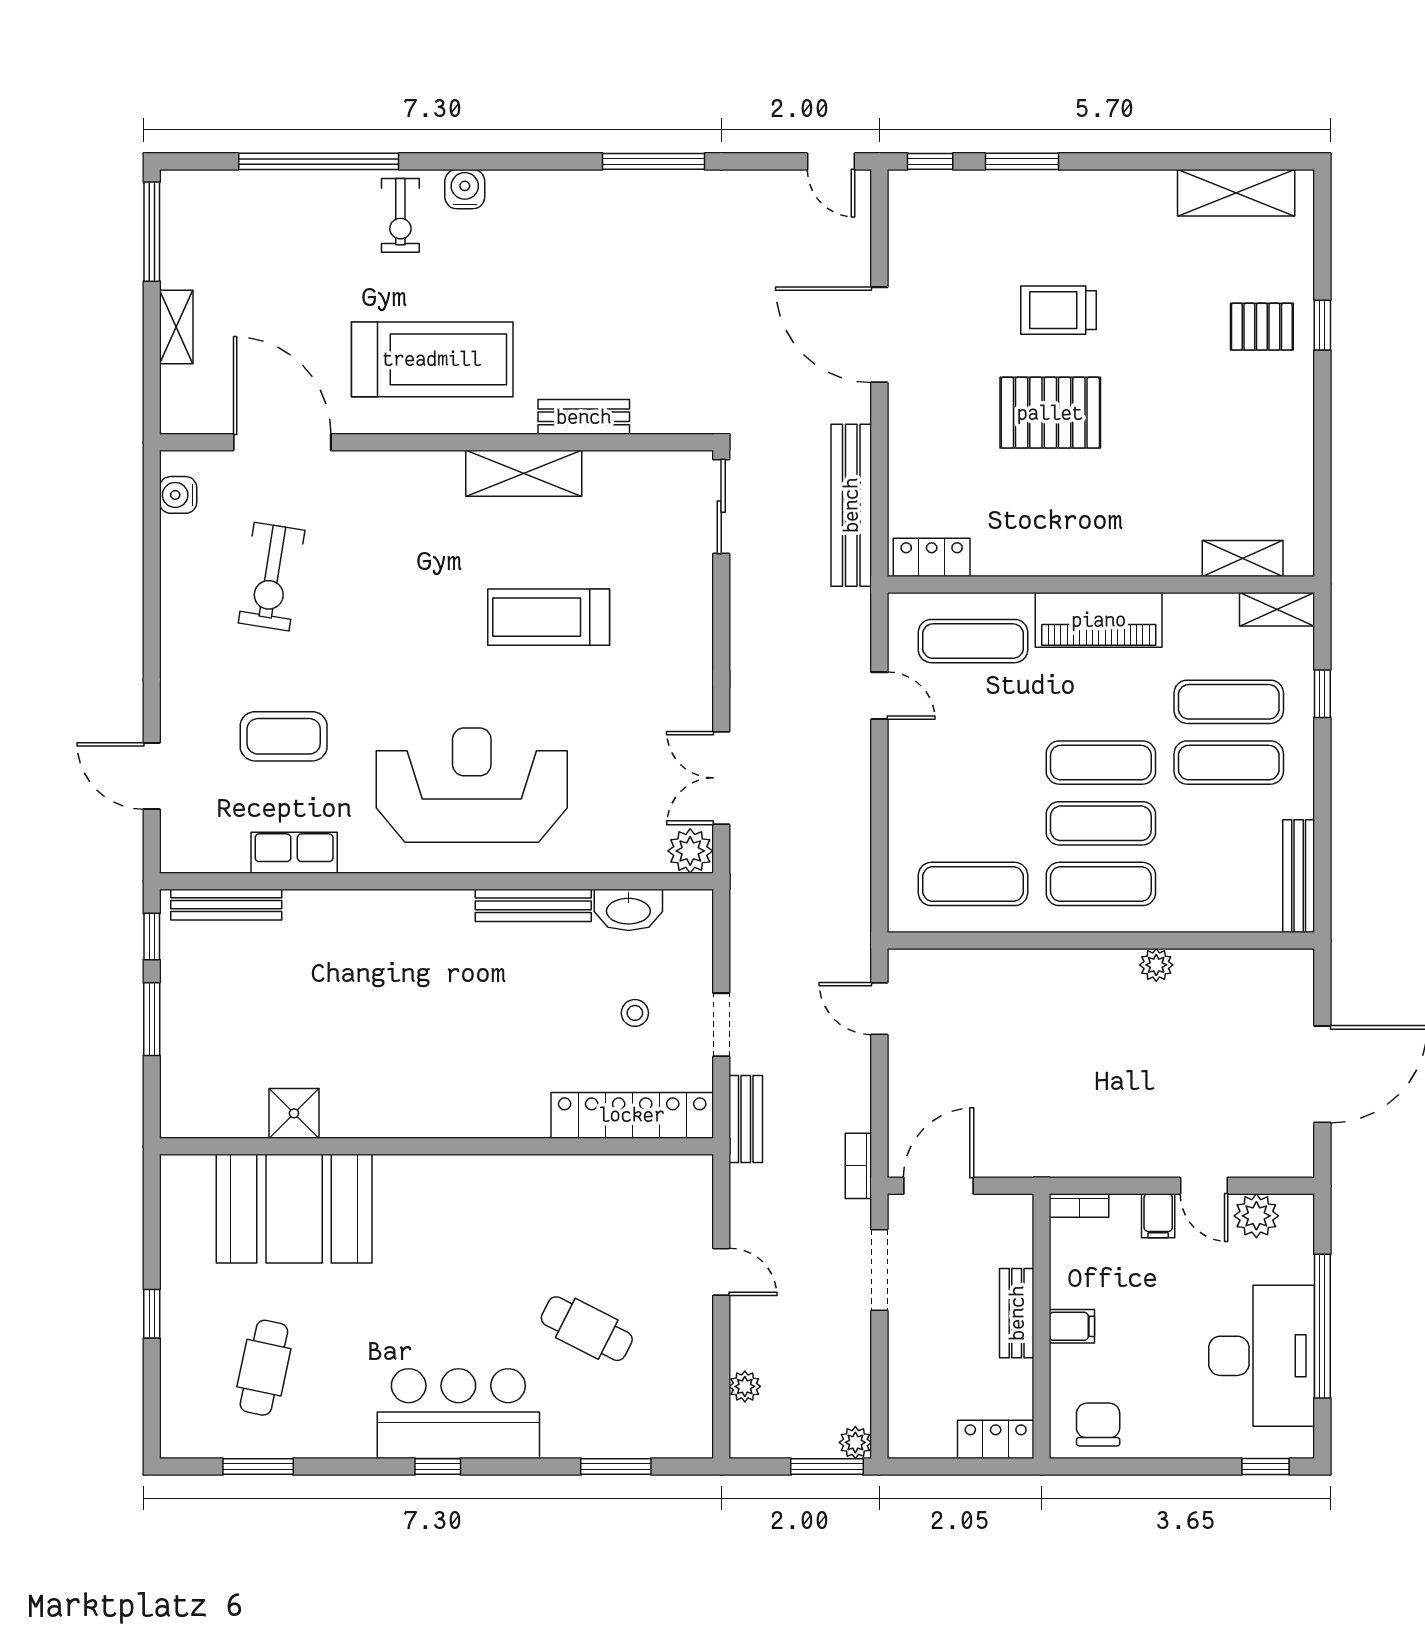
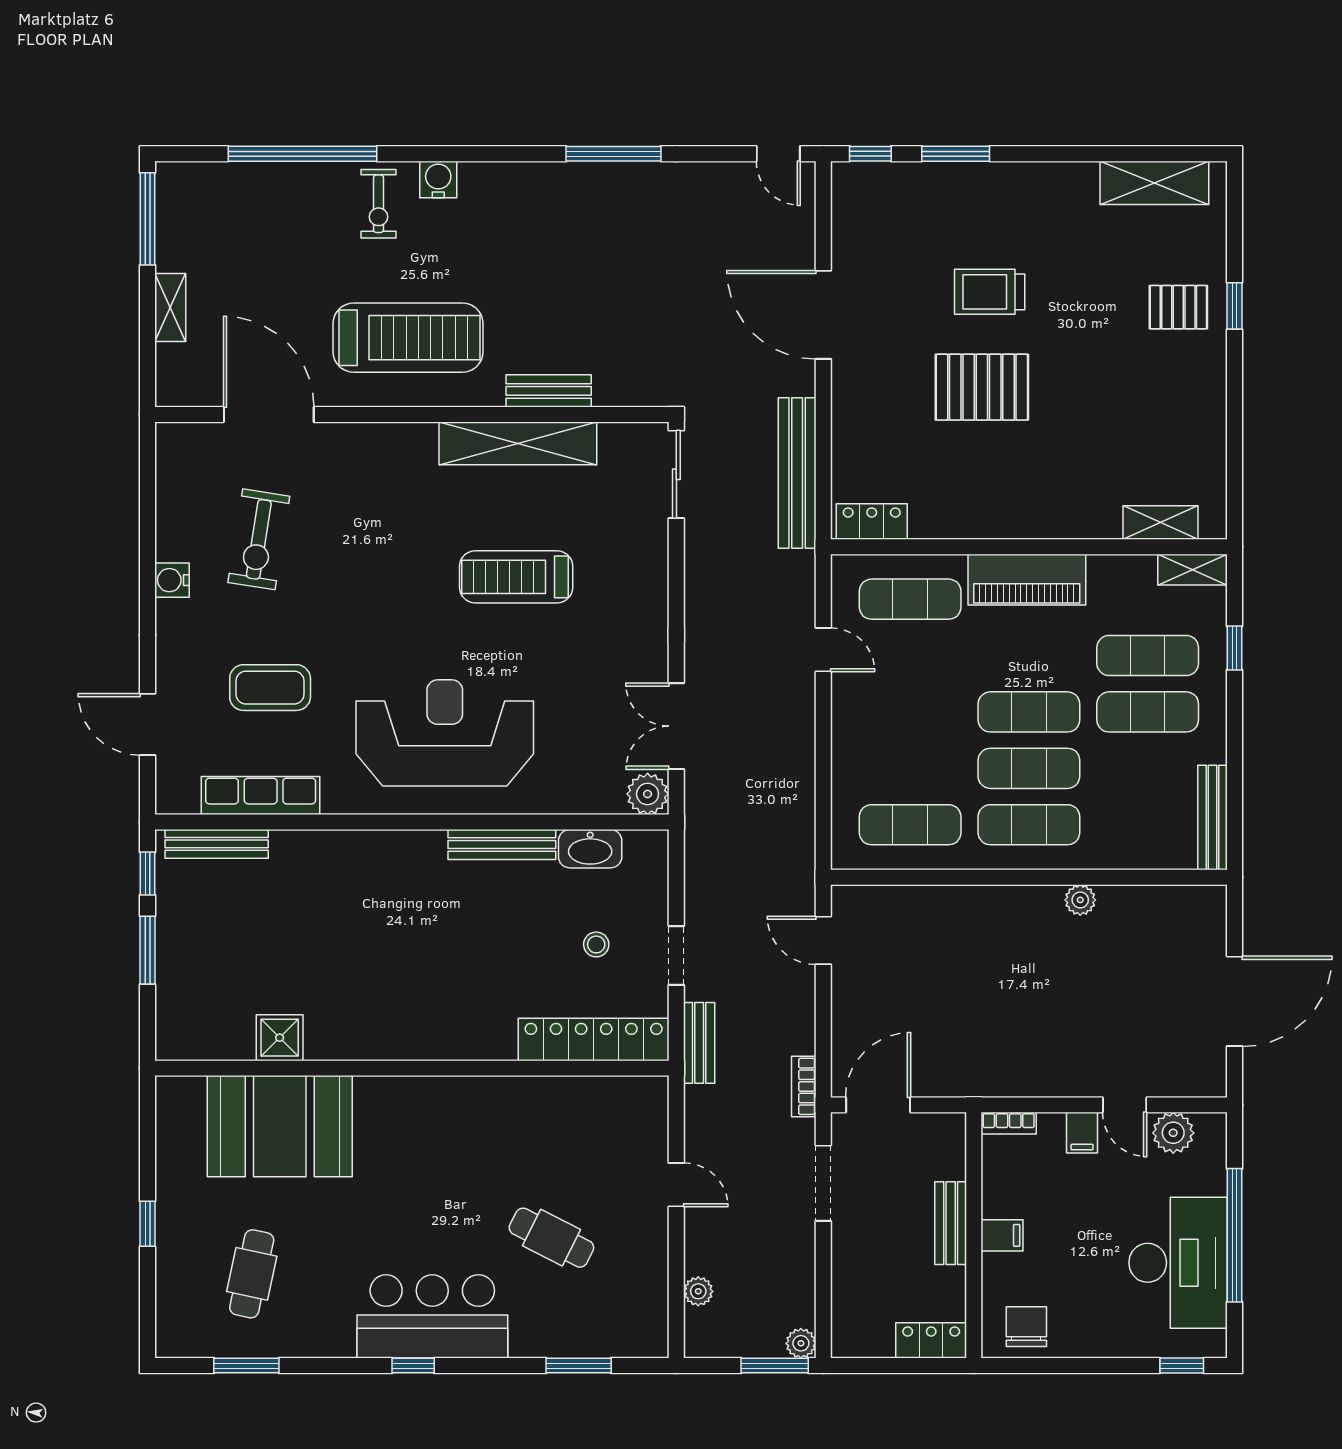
shelving: (524, 473) -> (518, 443), width x1.47
water cooler: (178, 495) -> (172, 580), moved
row of seats: (294, 853) -> (261, 796), width x1.48

